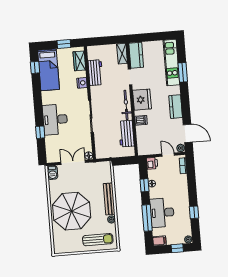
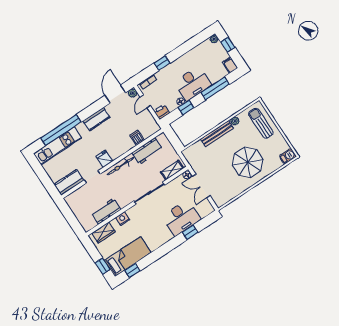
window: (64, 44) -> (103, 266), moved
shelving: (122, 54) -> (172, 170), moved
window: (183, 72) -> (61, 130), width x2.11
fridge: (142, 100) -> (104, 159), width x0.53, depth x0.75
desk: (55, 120) -> (181, 218), moved
dishwasher: (141, 120) -> (137, 138), moved
barbecue: (52, 172) -> (288, 156), moved
parasol: (72, 211) -> (248, 162), width x0.73, depth x0.73
window: (194, 212) -> (162, 63), moved
desk: (162, 213) -> (193, 84), moved

